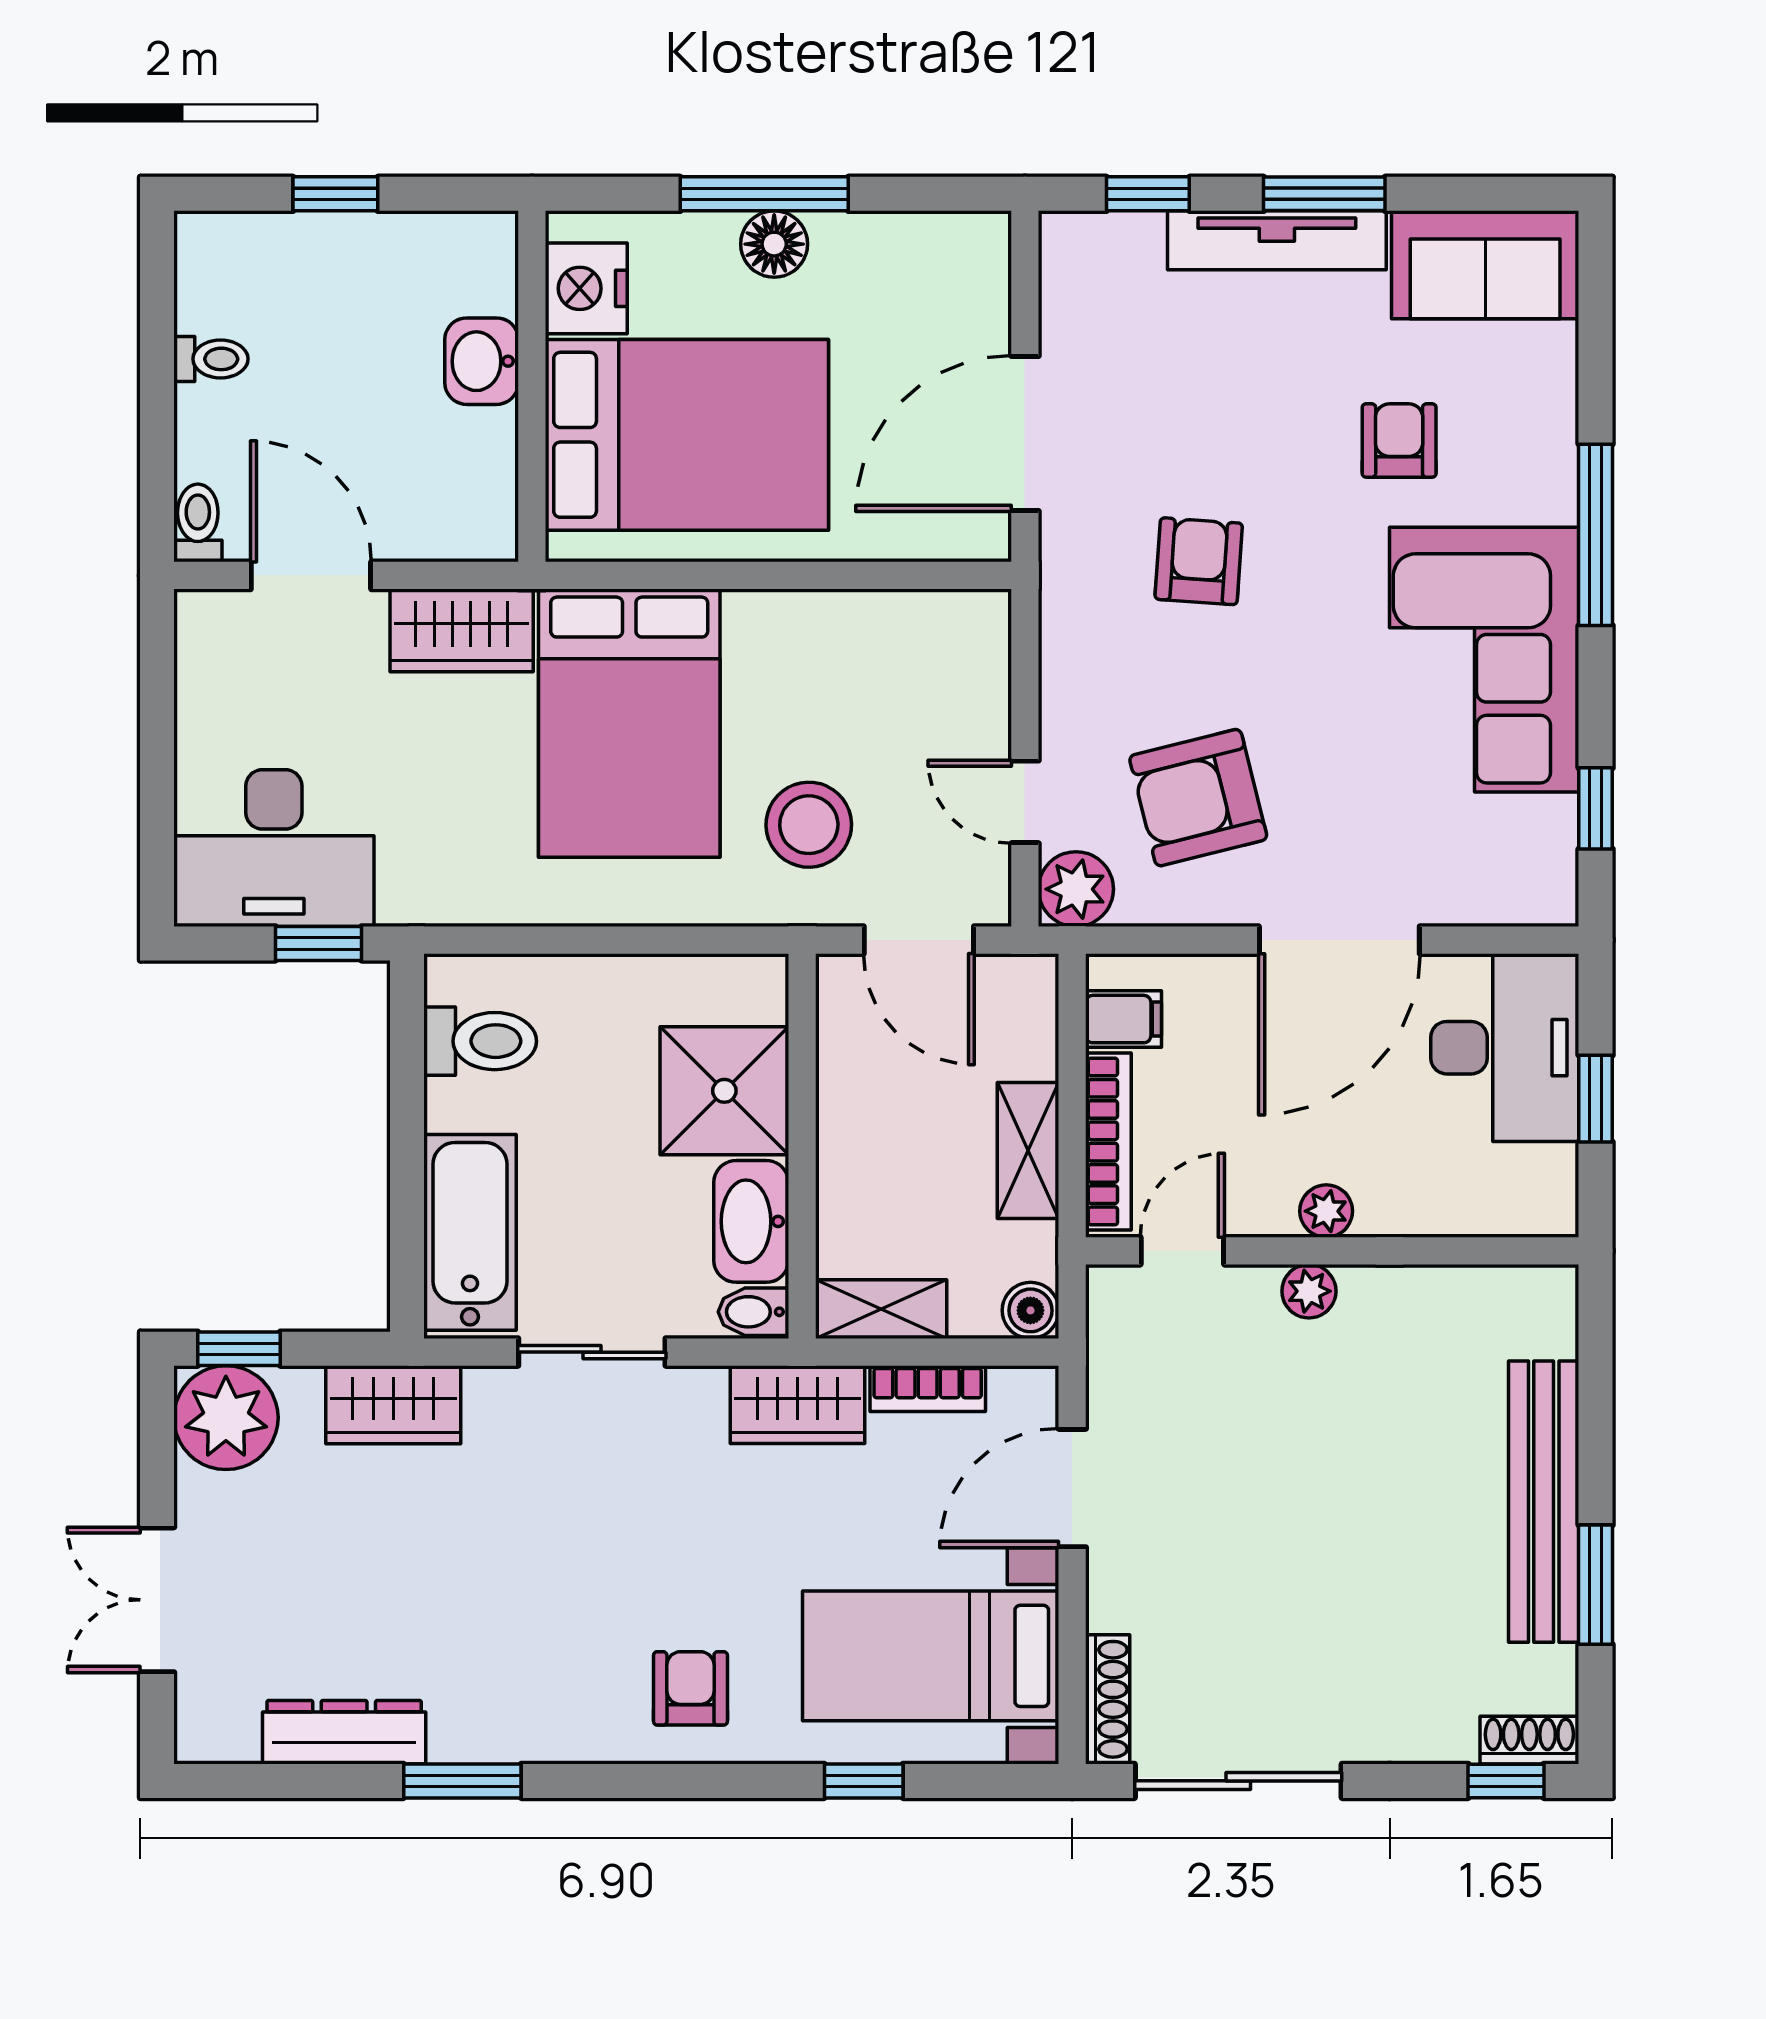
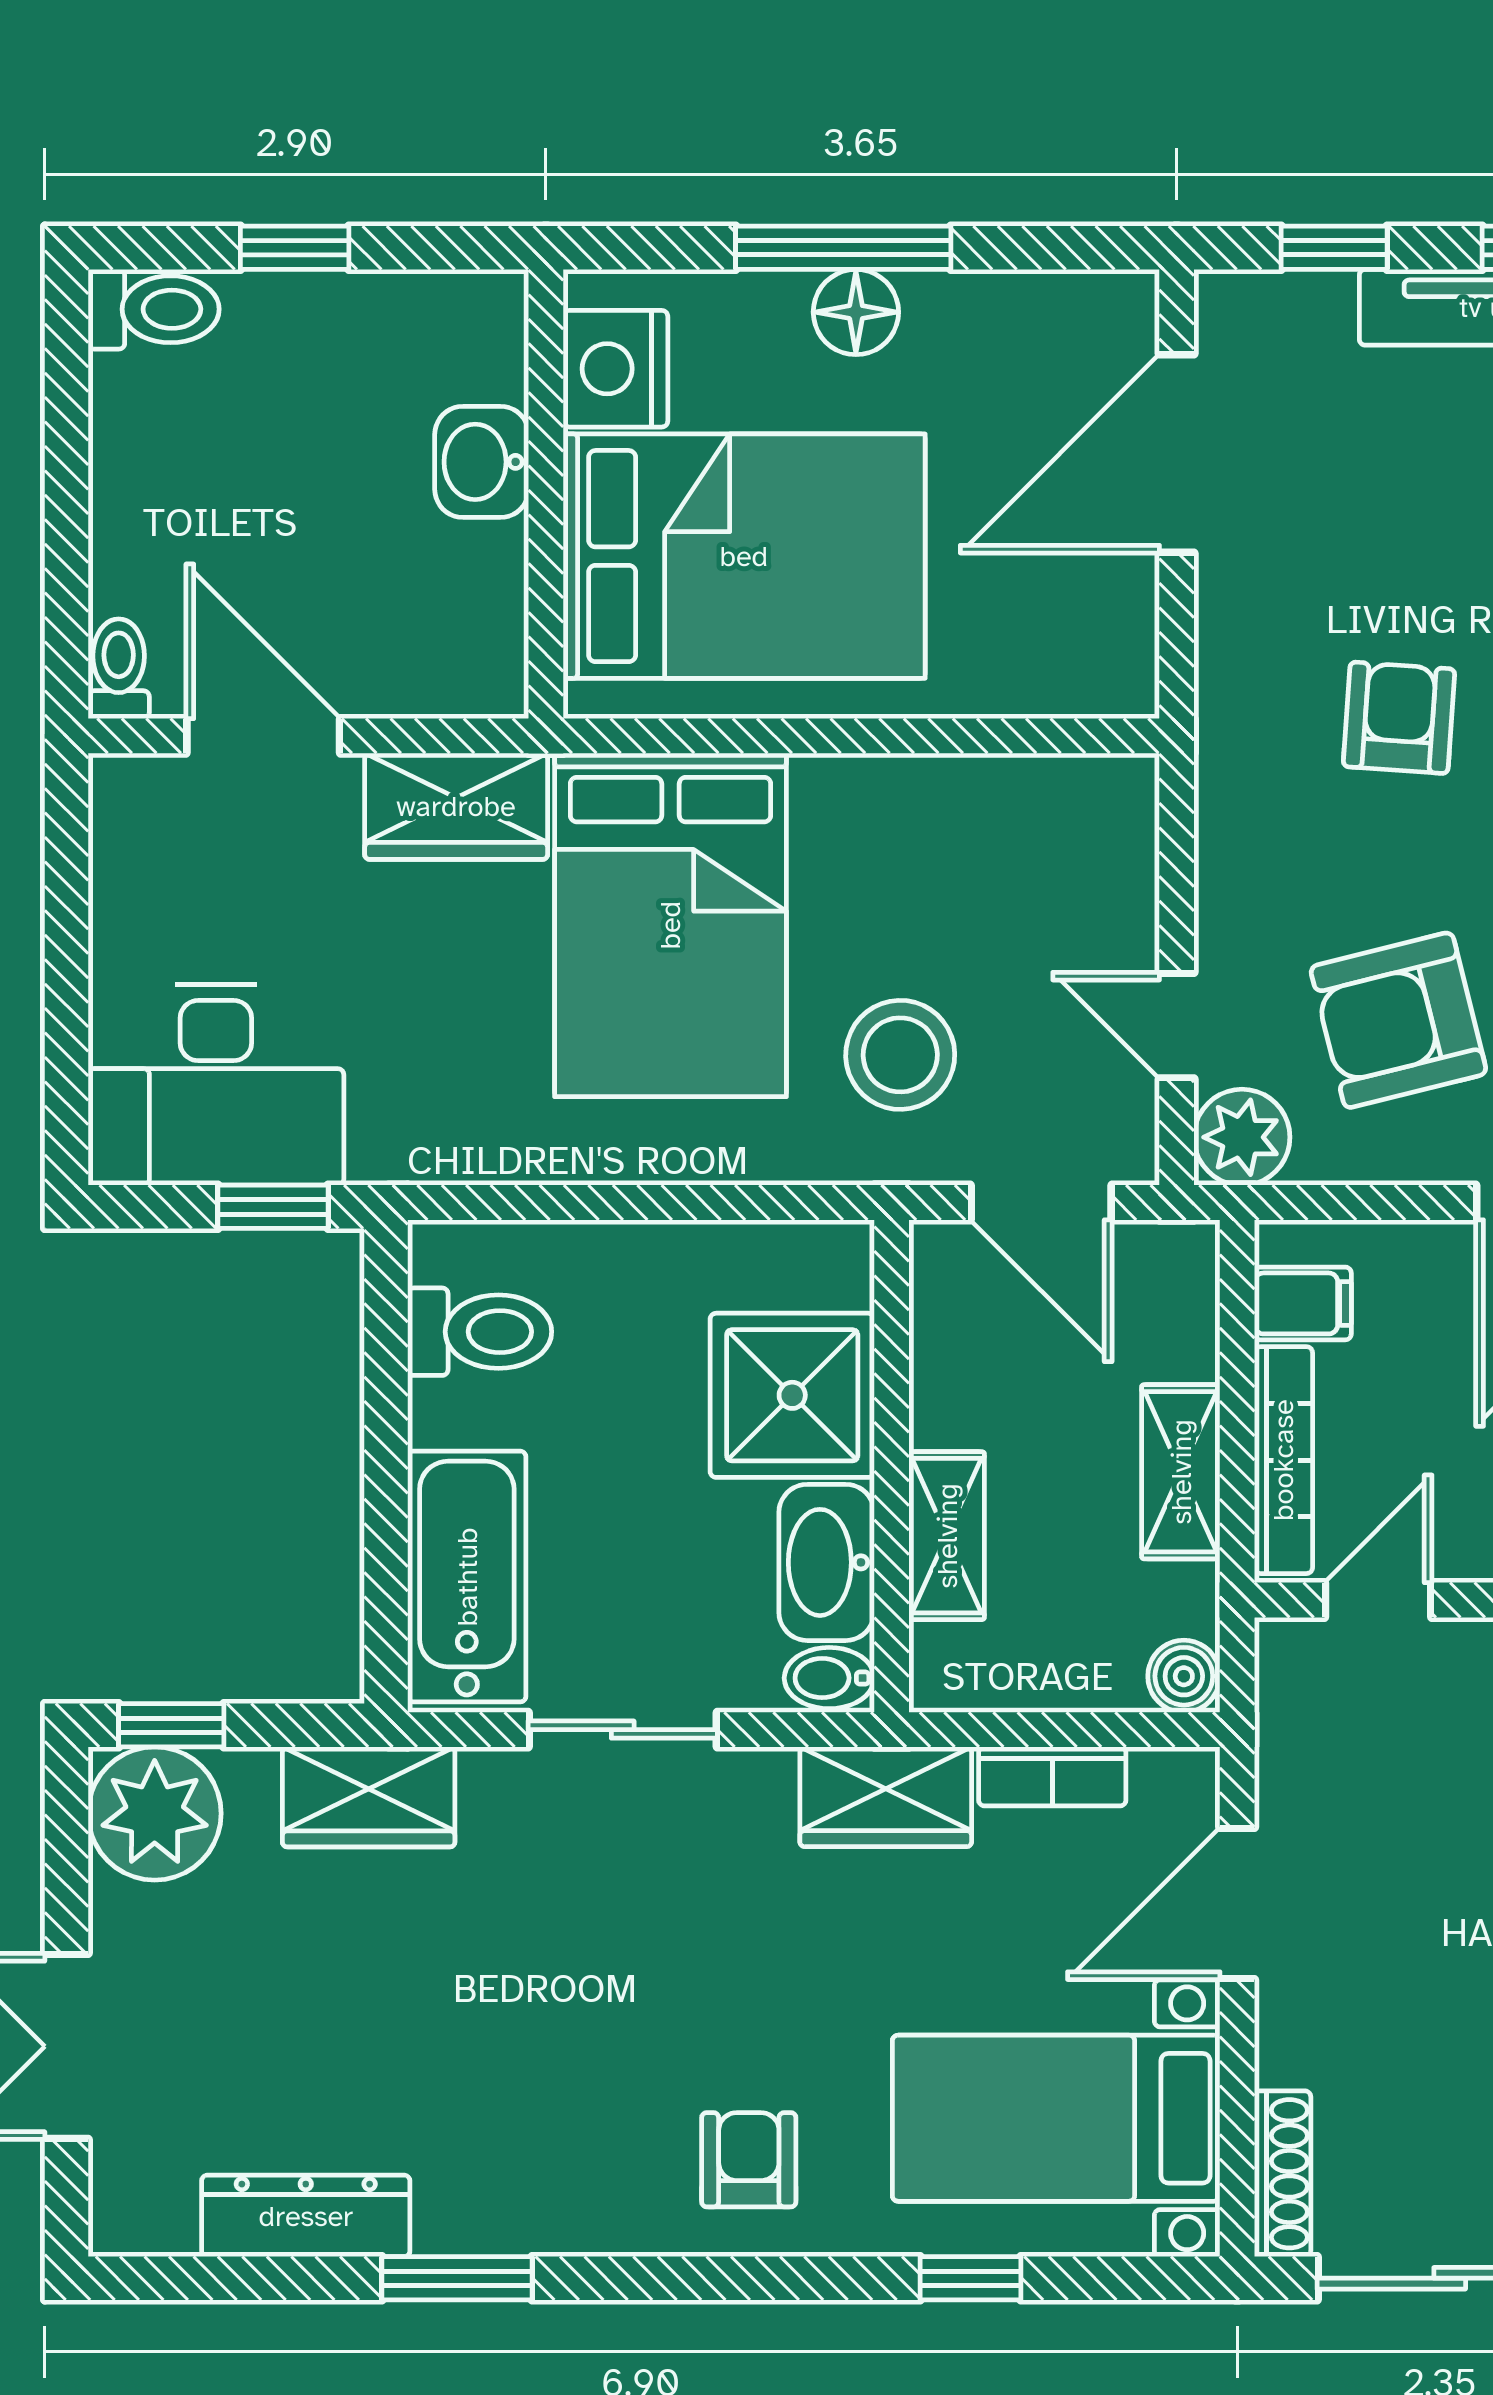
toilet: (211, 359) -> (154, 309), moved, width x1.37, depth x1.39
door: (1025, 434) -> (1177, 453), moved
shelving: (881, 1309) -> (947, 1536), moved, turned 90

